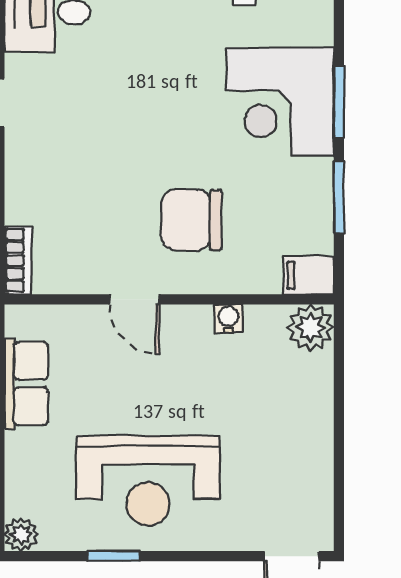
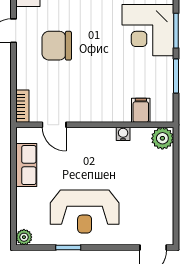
chair: (191, 220) -> (57, 46), moved
filing cabinet: (309, 275) -> (141, 110), moved, turned 90
door: (134, 299) -> (54, 125), moved

